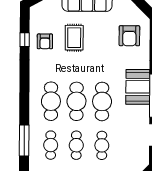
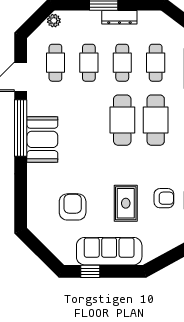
armchair: (129, 36) -> (73, 207), moved
armchair: (45, 41) -> (164, 198), turned 90
cafe table: (102, 101) -> (55, 63), moved, width x0.73, depth x0.74

